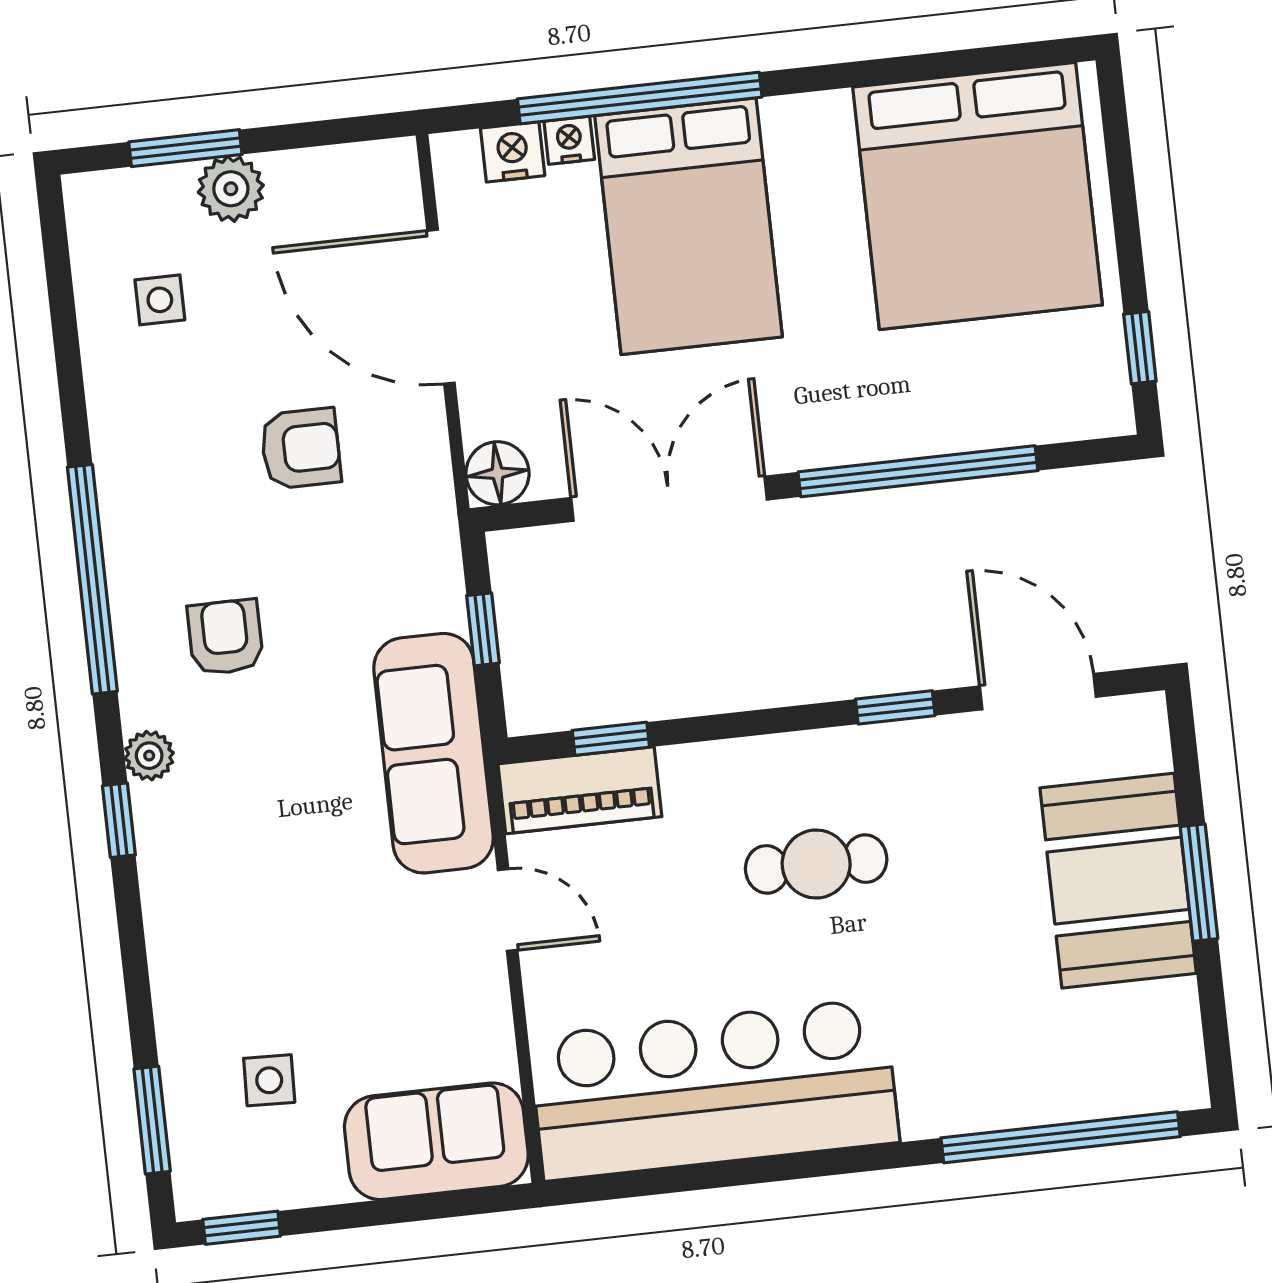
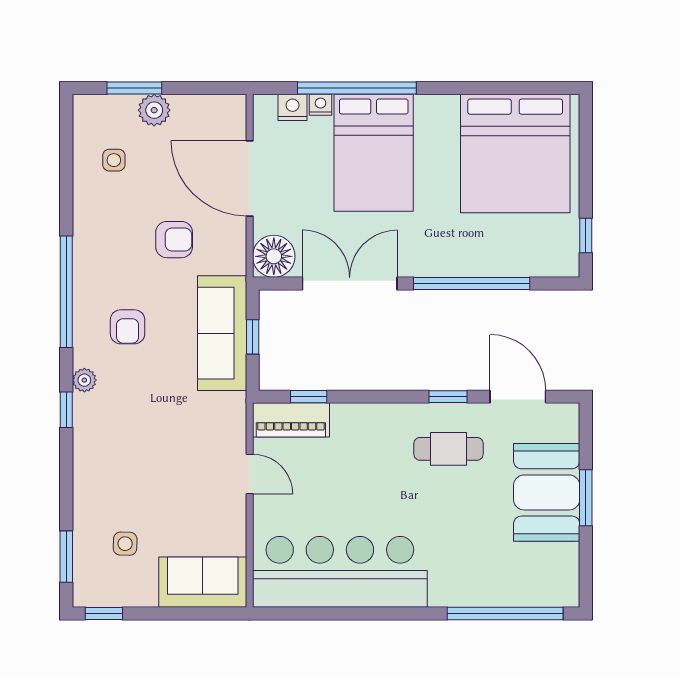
floor lamp: (497, 473) -> (274, 256), width x1.38, depth x1.38
armchair: (225, 637) -> (128, 327), turned 180
sofa: (433, 753) -> (222, 333), moved
cafe table: (816, 864) -> (449, 449), moved

